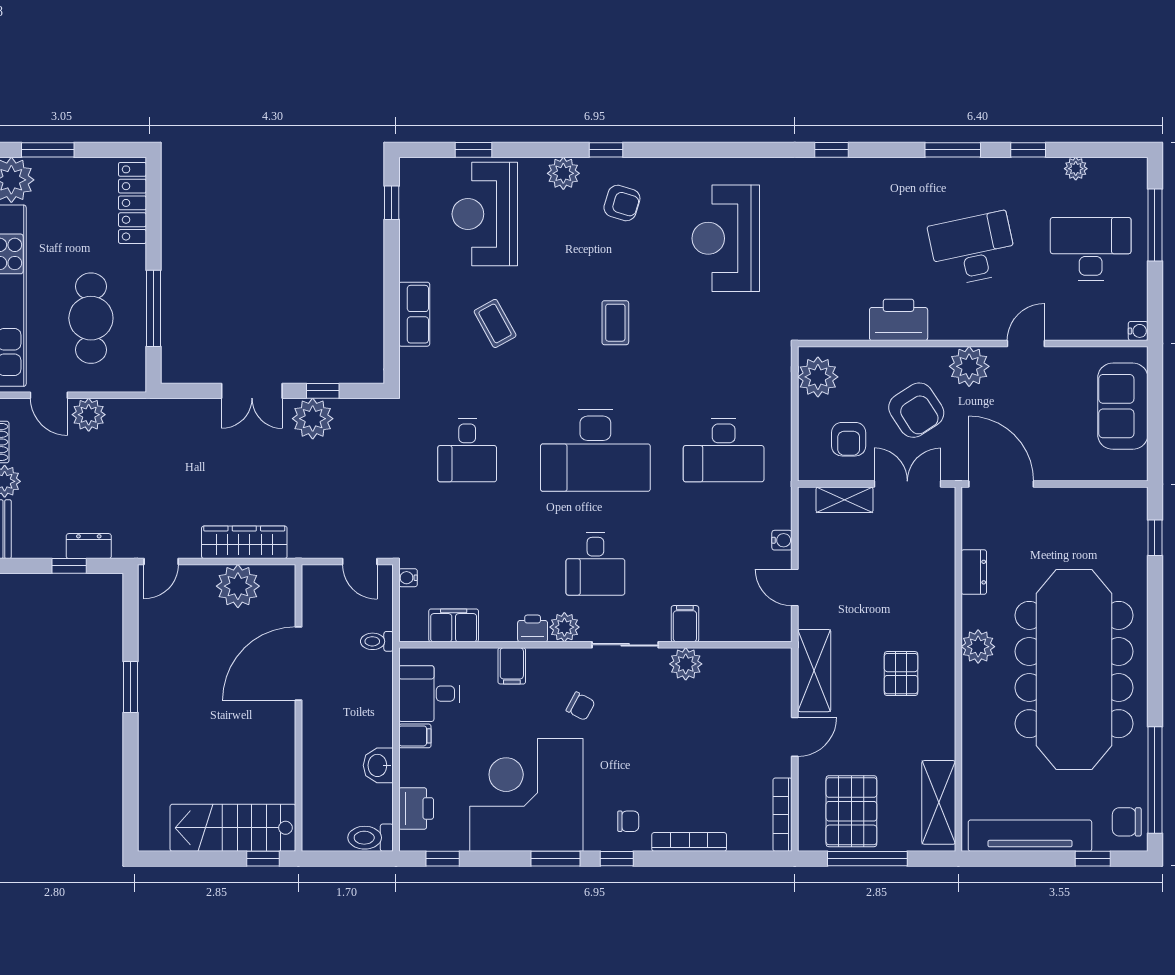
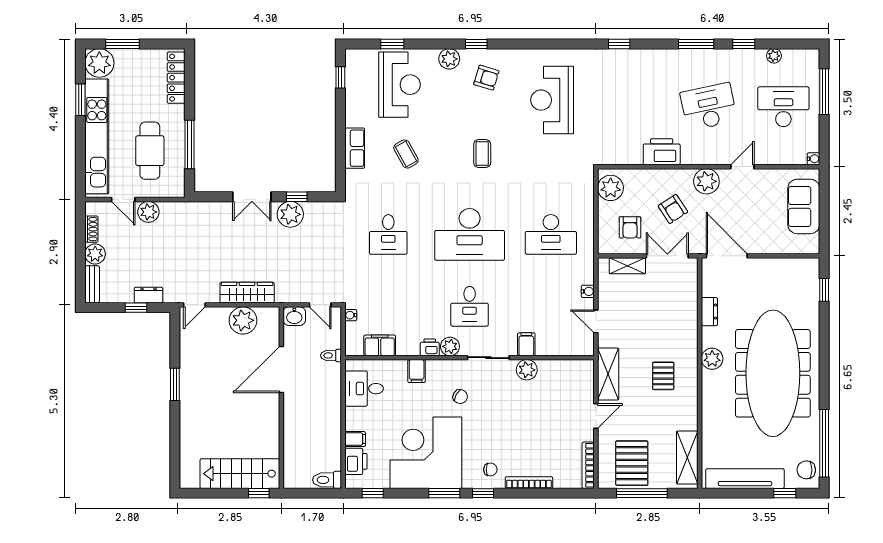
reception desk: (485, 214) -> (399, 85), turned 180
armchair: (916, 410) -> (673, 209), width x0.72, depth x0.72
filing cabinet: (415, 736) -> (355, 439), moved
washbasin: (378, 765) -> (294, 316), moved, turned -90

